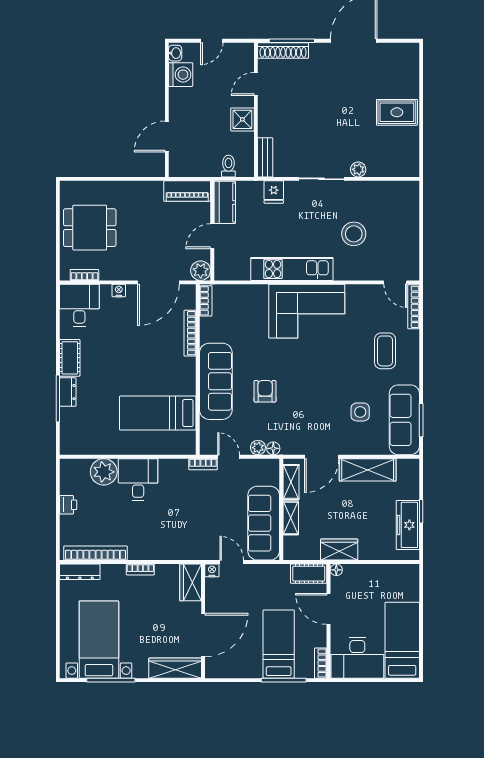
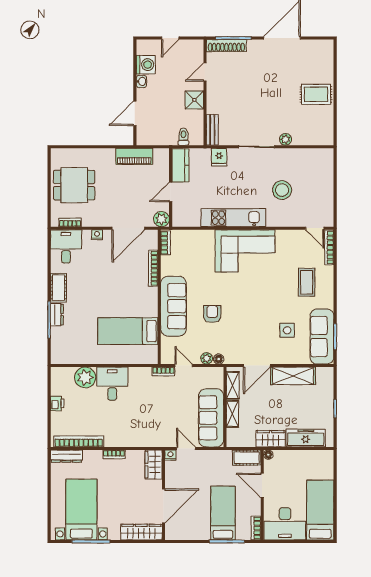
washbasin: (175, 53) -> (141, 81), moved
piano: (187, 191) -> (134, 156), moved
freezer: (408, 525) -> (306, 438), moved, turned 90

